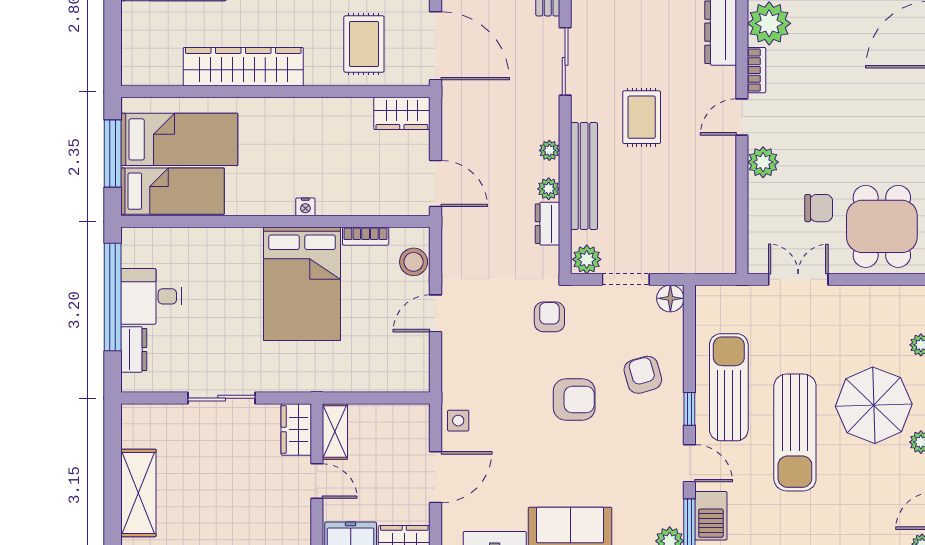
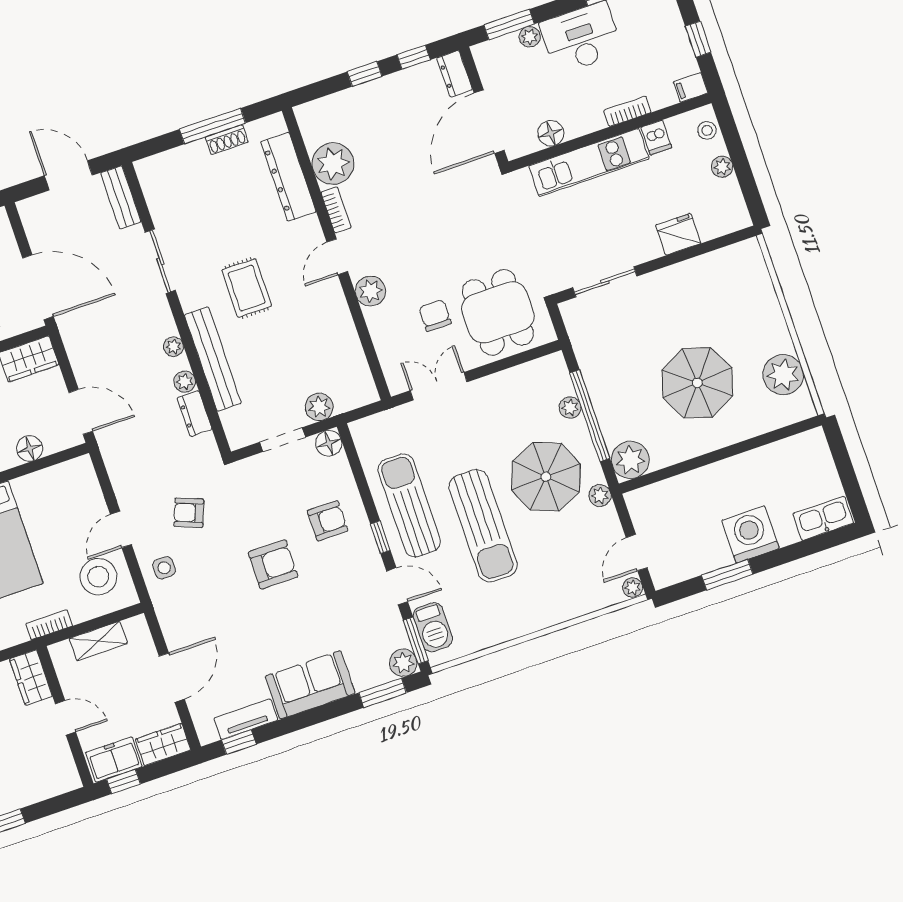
floor lamp: (373, 202) -> (30, 448), added
chair: (819, 208) -> (435, 315), turned -90
bookcase: (366, 236) -> (49, 625), moved, turned 180
plant: (587, 259) -> (319, 407), moved
stool: (414, 262) -> (98, 577), moved, width x1.38, depth x1.38
armchair: (549, 317) -> (189, 513), moved, turned -69
armchair: (643, 375) -> (328, 521), turned 106
side table: (458, 421) -> (164, 568), moved
shelving: (335, 431) -> (98, 641), moved, turned 90

